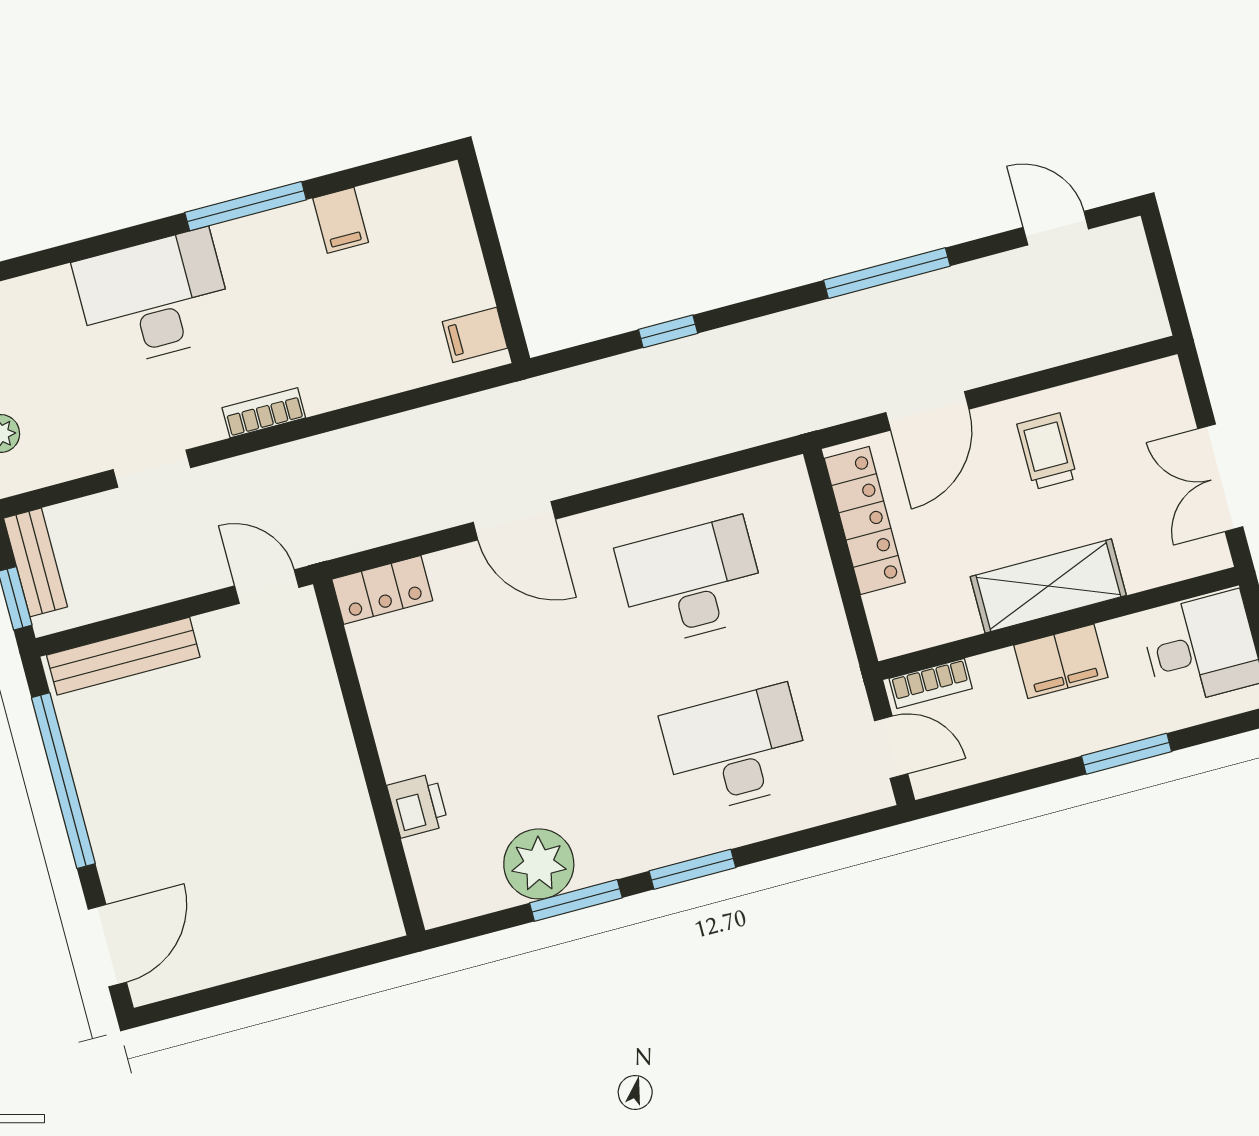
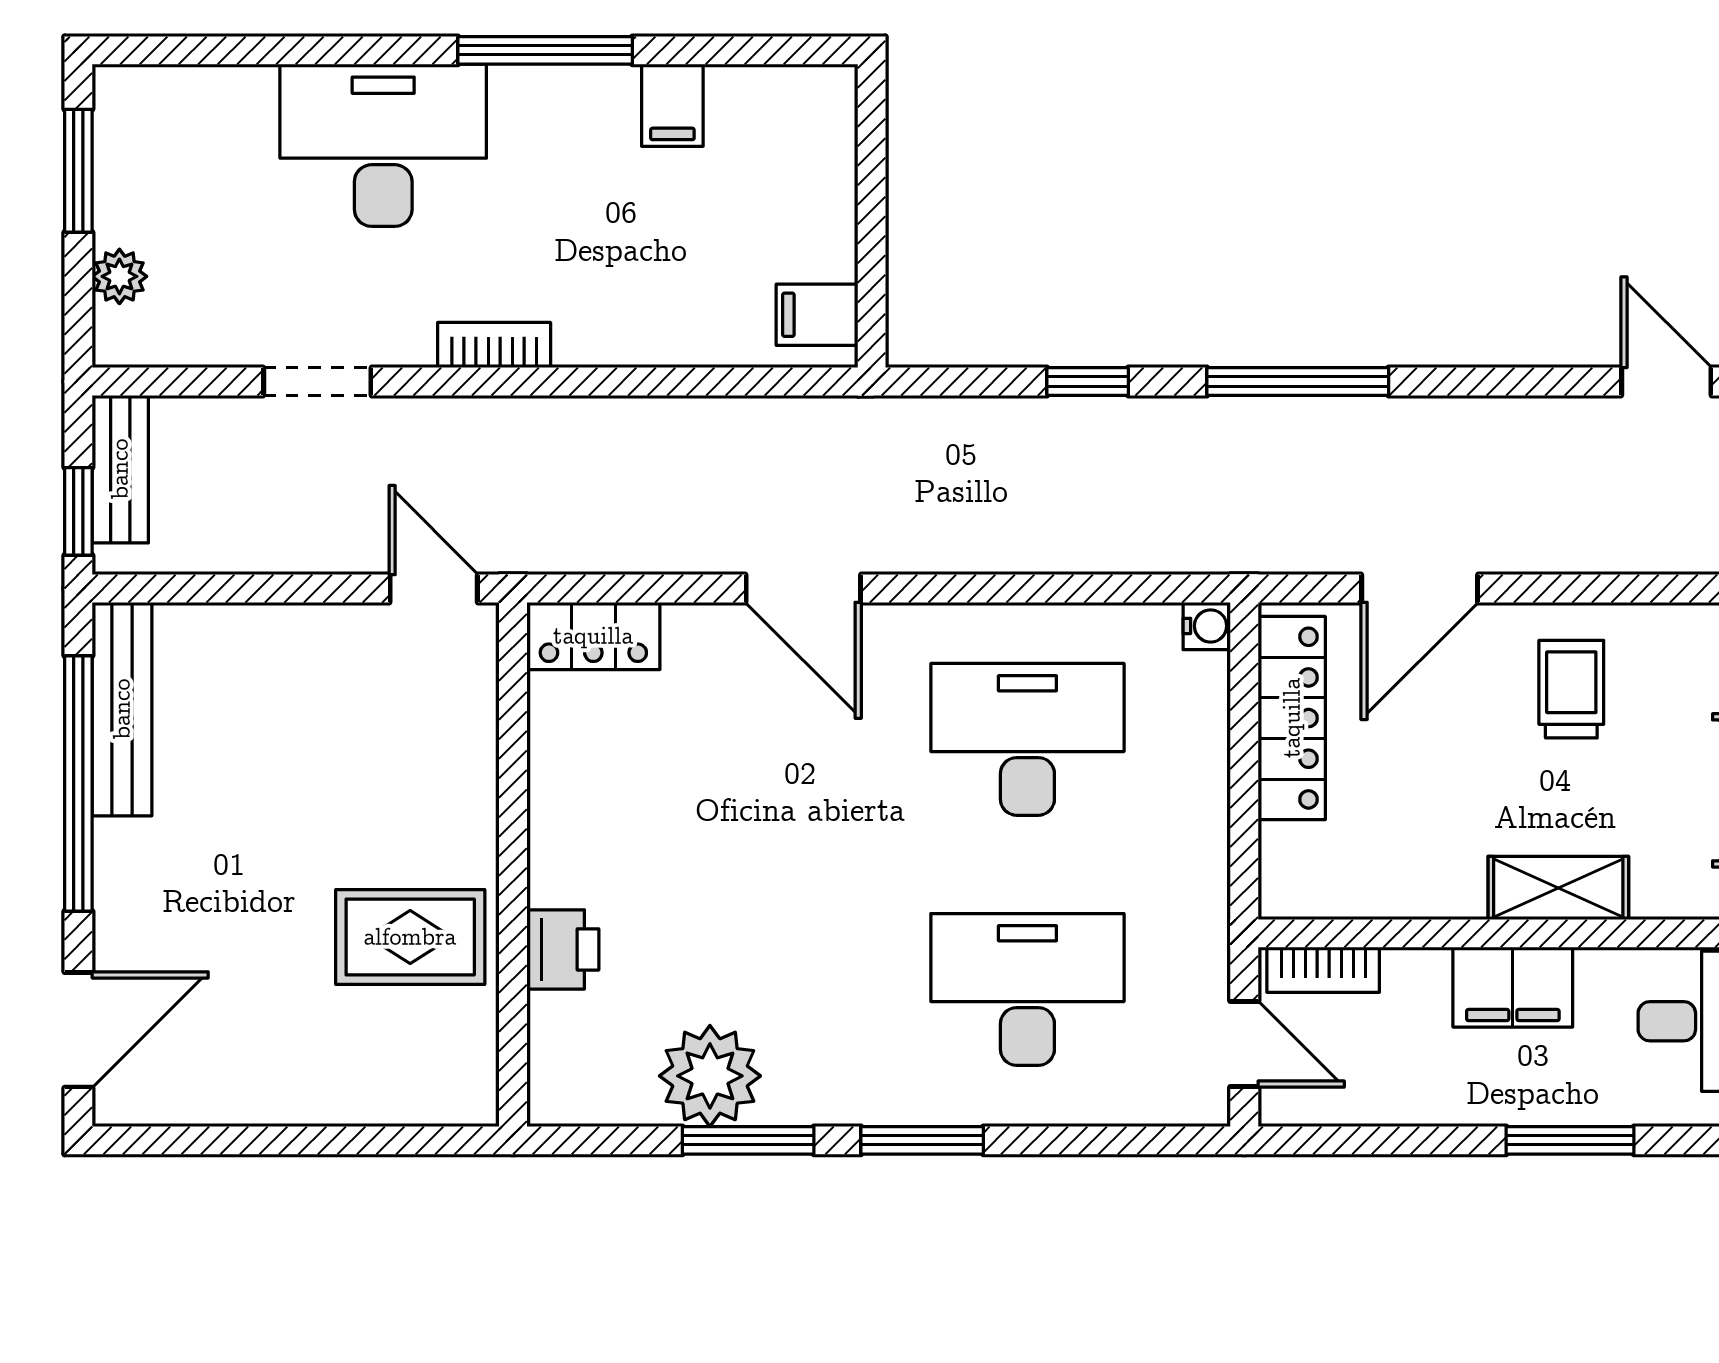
window: (887, 273) -> (1298, 381), moved
water cooler: (791, 474) -> (1207, 626), added
shelving: (1048, 586) -> (1558, 888), width x0.67, depth x0.75
bench: (123, 656) -> (122, 709), moved, turned 90
rug: (313, 824) -> (410, 937), added

